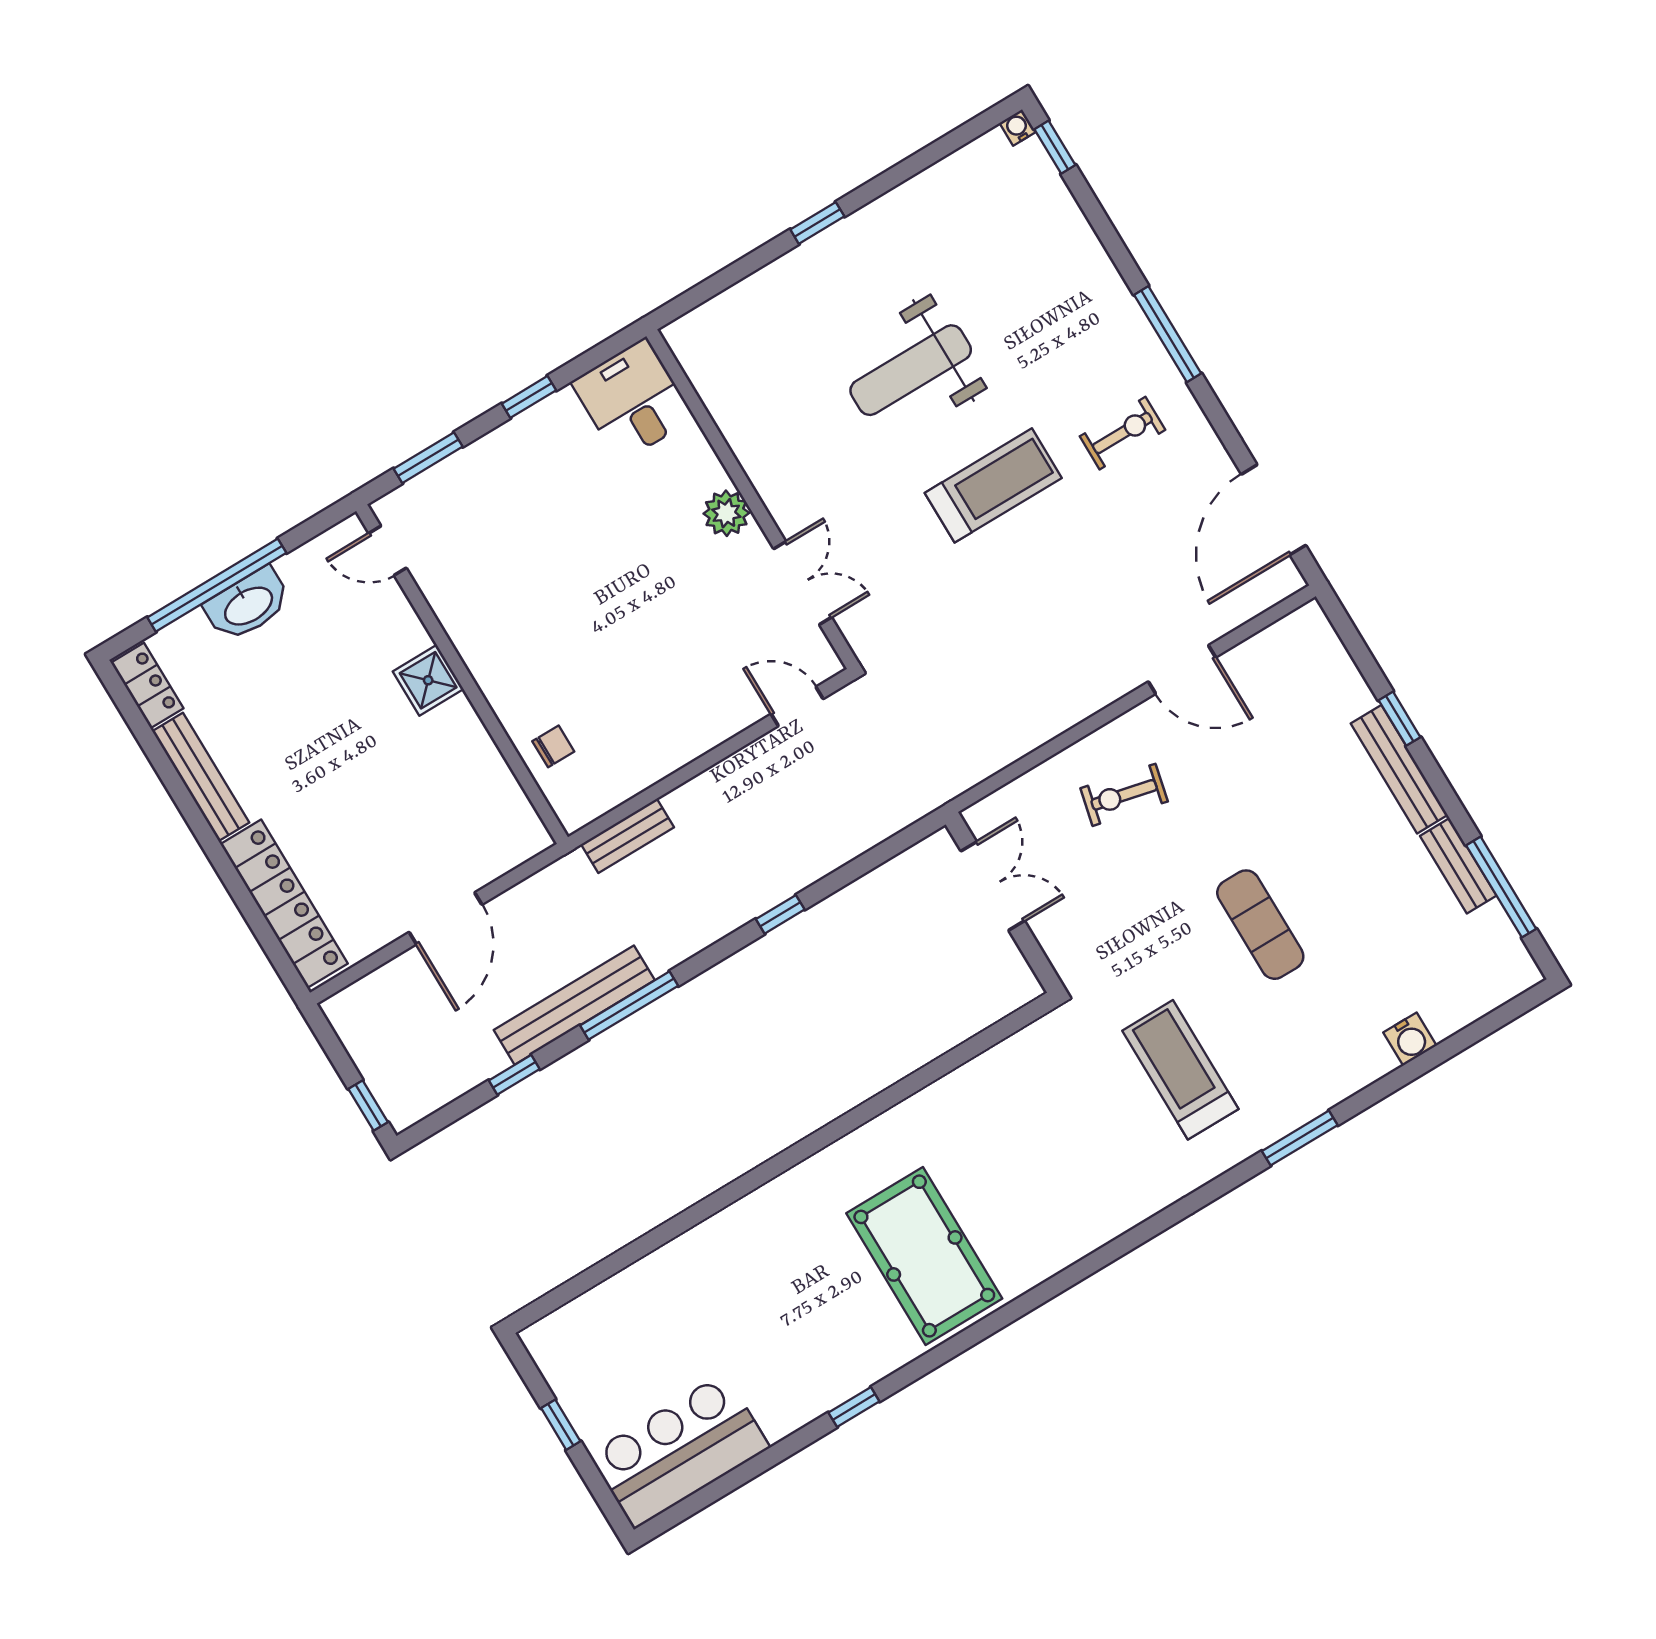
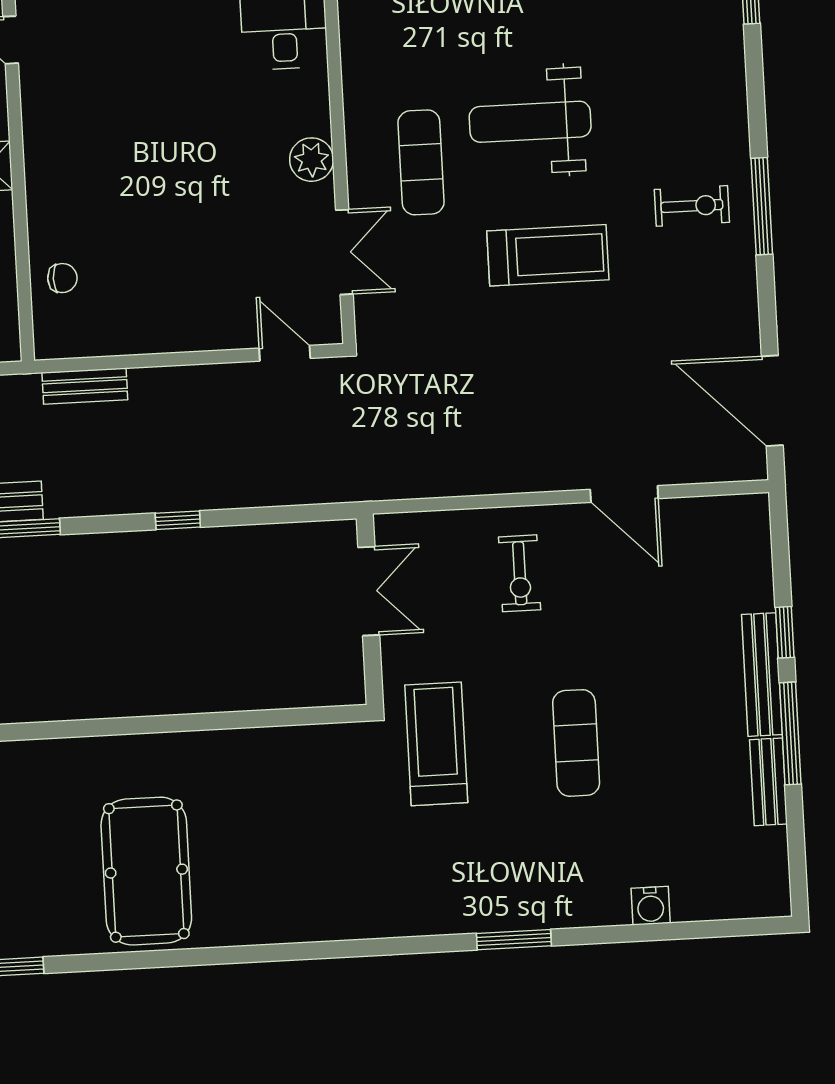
exercise bike: (1122, 433) -> (692, 206), moved
exercise mat: (829, 462) -> (421, 162), added
door: (1274, 510) -> (772, 401), hinge flipped
exercise bike: (1124, 795) -> (520, 573), turned -103
window: (1501, 887) -> (790, 733), moved
treadmill: (1180, 1070) -> (436, 744), moved

